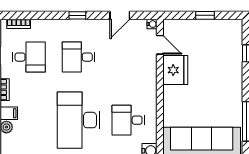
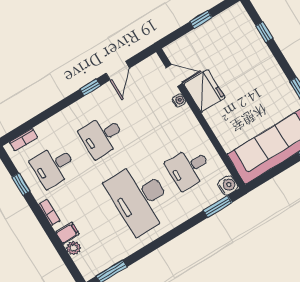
window: (77, 15) -> (90, 87), moved
water cooler: (152, 24) -> (179, 100), moved
desk: (29, 57) -> (53, 166), turned 180

